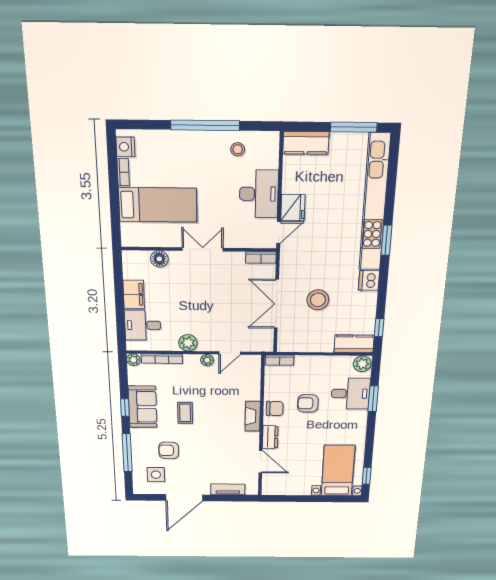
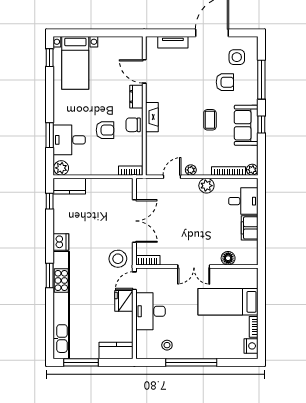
stool: (318, 300) -> (118, 259), moved

